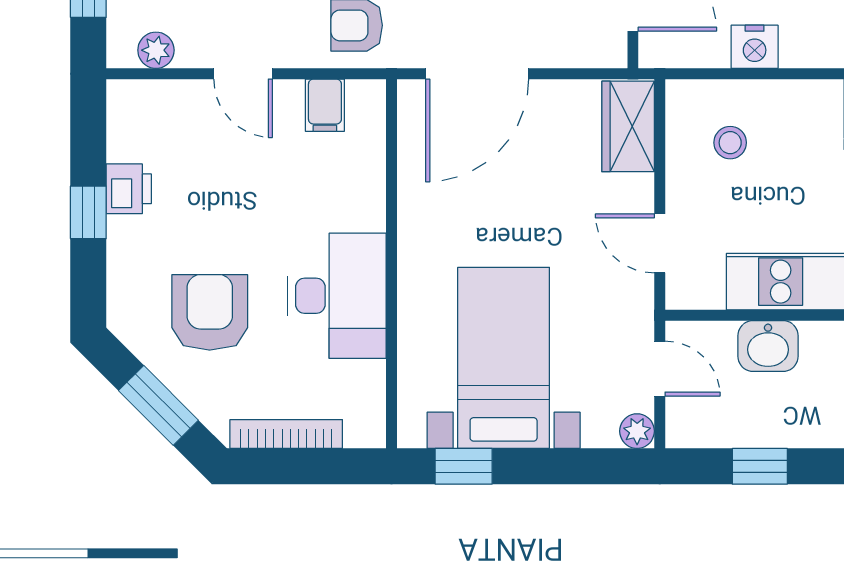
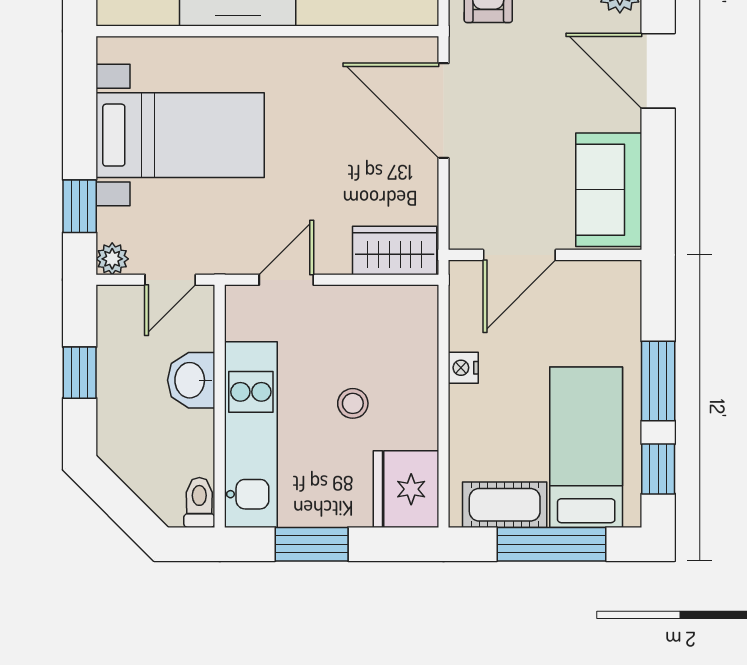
nightstand: (755, 47) -> (463, 368), width x0.72, depth x0.74
stool: (730, 143) -> (353, 403), moved
window: (464, 466) -> (80, 206), moved

